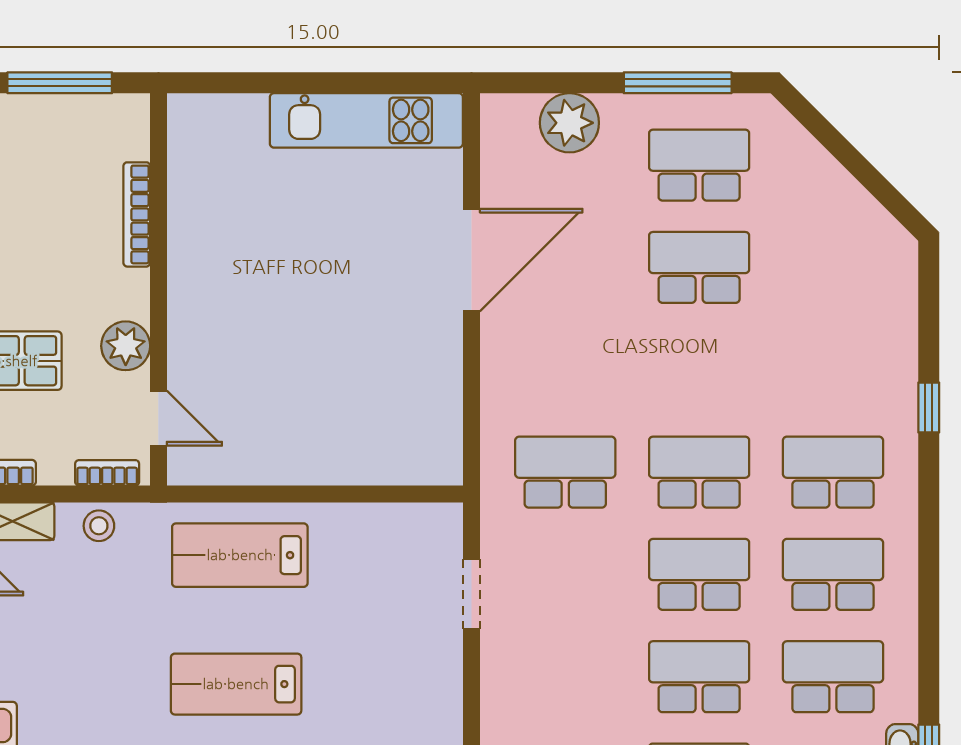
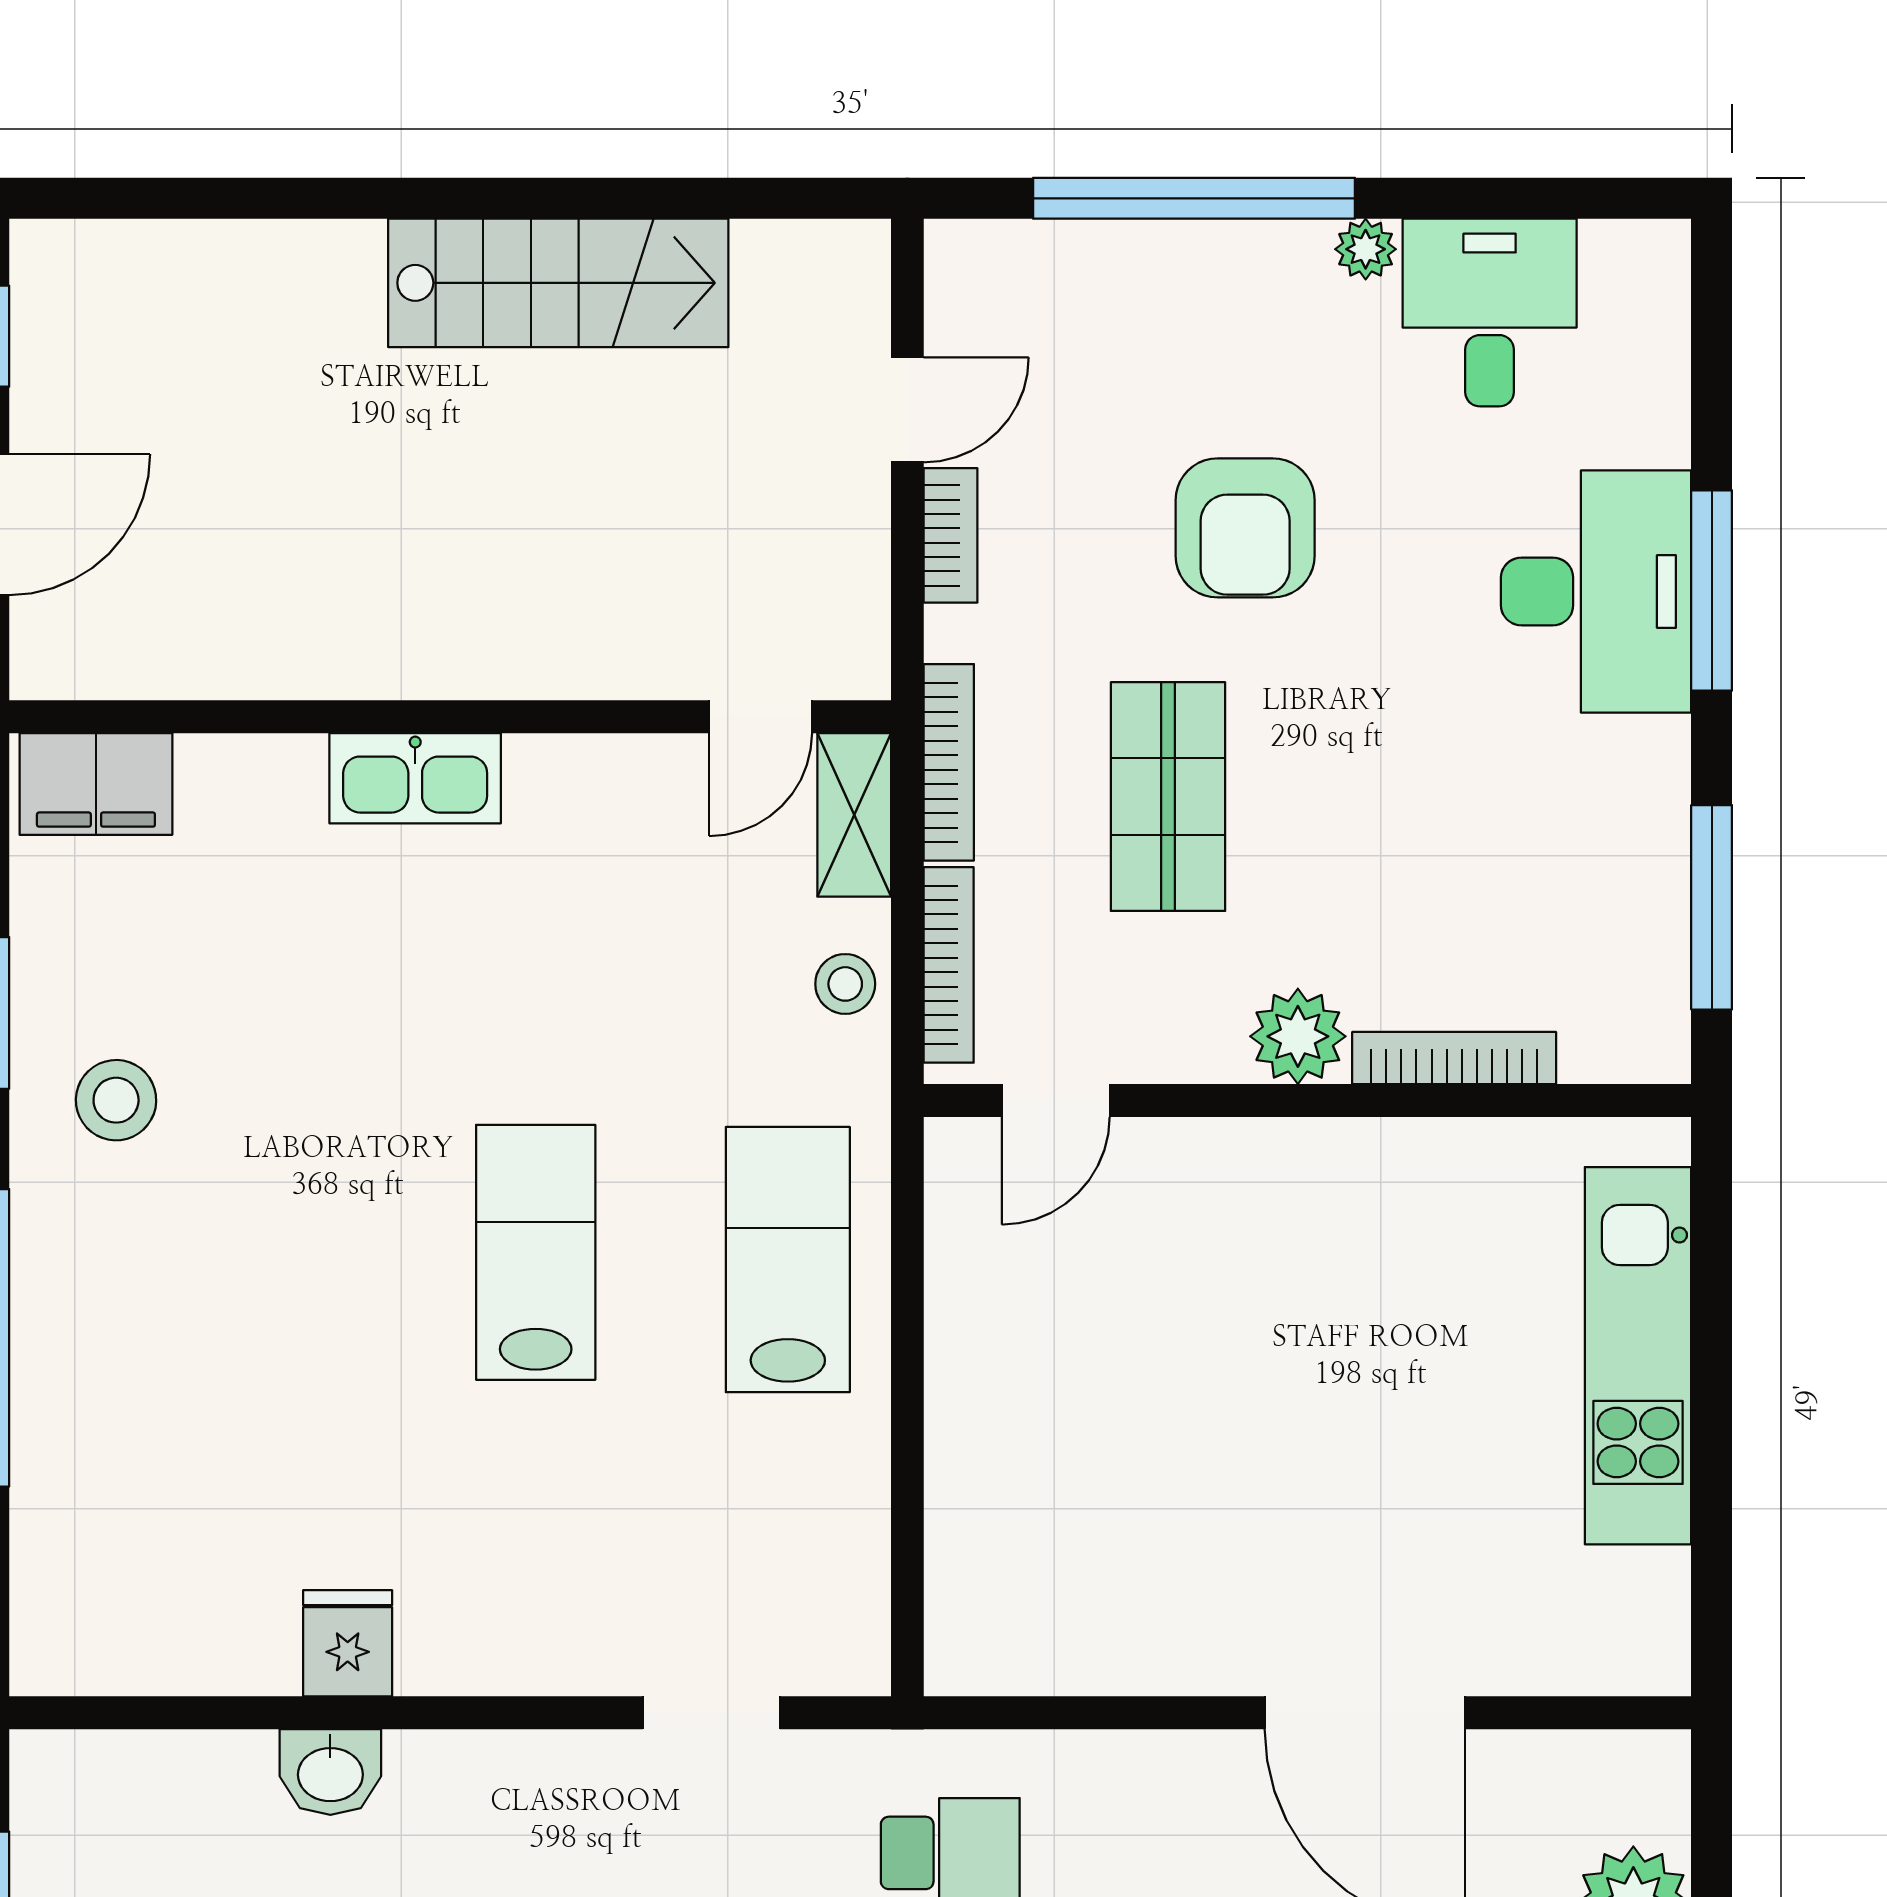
kitchen unit: (366, 120) -> (1638, 1356), moved
plant: (126, 346) -> (1298, 1036), moved
bookcase: (107, 473) -> (949, 965), width x1.56

